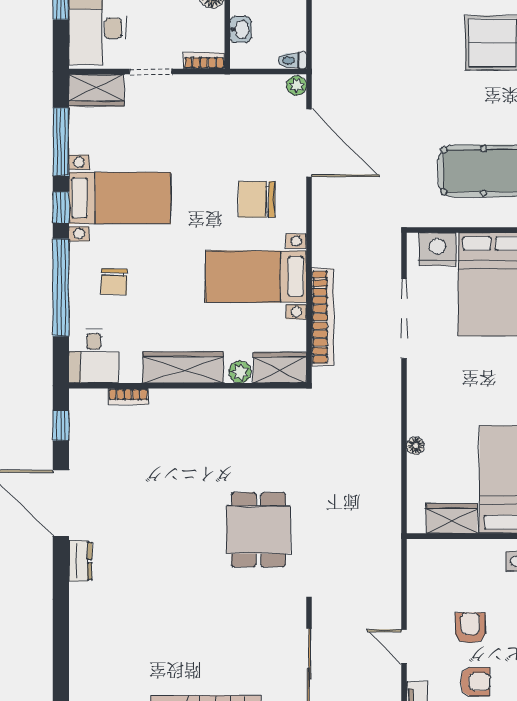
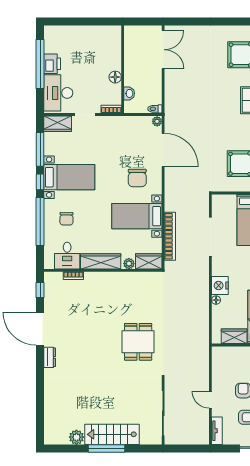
chair: (257, 199) -> (137, 178), turned -90
nightstand: (438, 249) -> (220, 285), moved, turned -90
desk: (94, 356) -> (67, 256), moved

